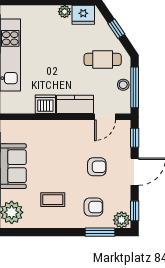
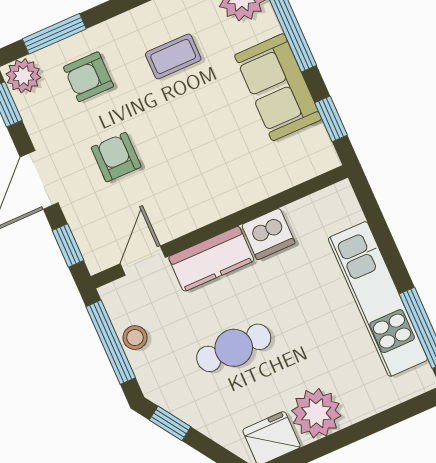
plant: (65, 12) -> (316, 413), width x1.88, depth x1.88
window: (116, 29) -> (170, 423), moved
cafe table: (103, 59) -> (234, 348), moved
armchair: (97, 167) -> (116, 157), turned 90

